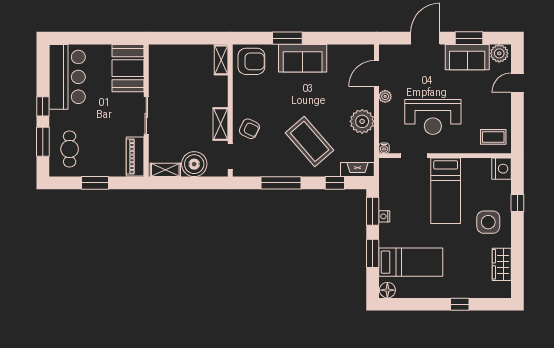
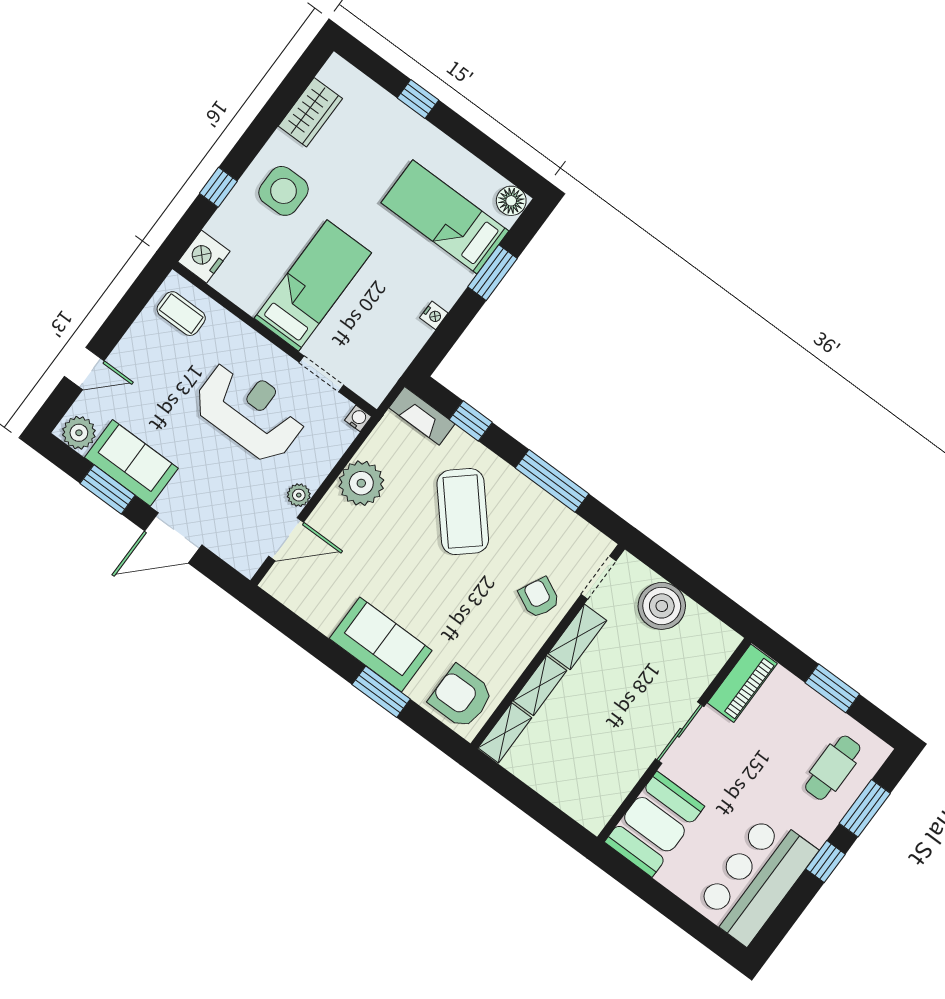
shelving: (165, 170) -> (540, 686), moved, turned 90
window: (373, 211) -> (446, 336), removed

